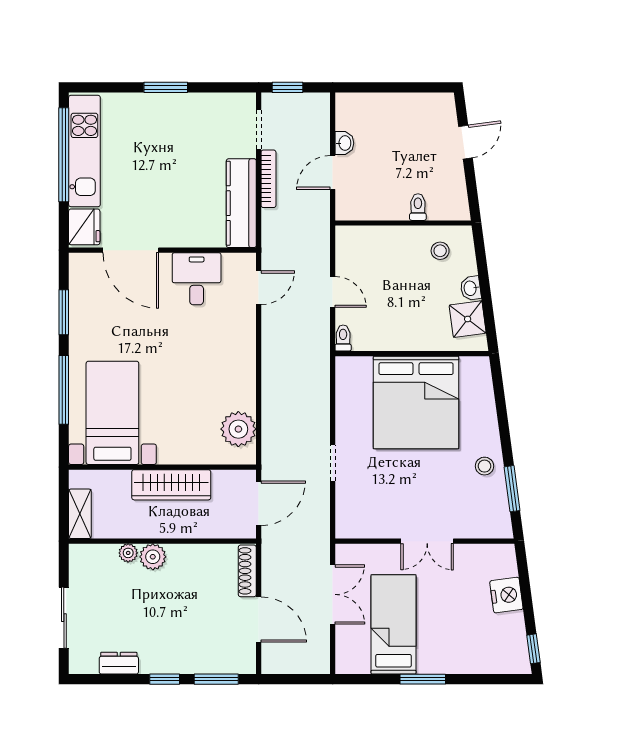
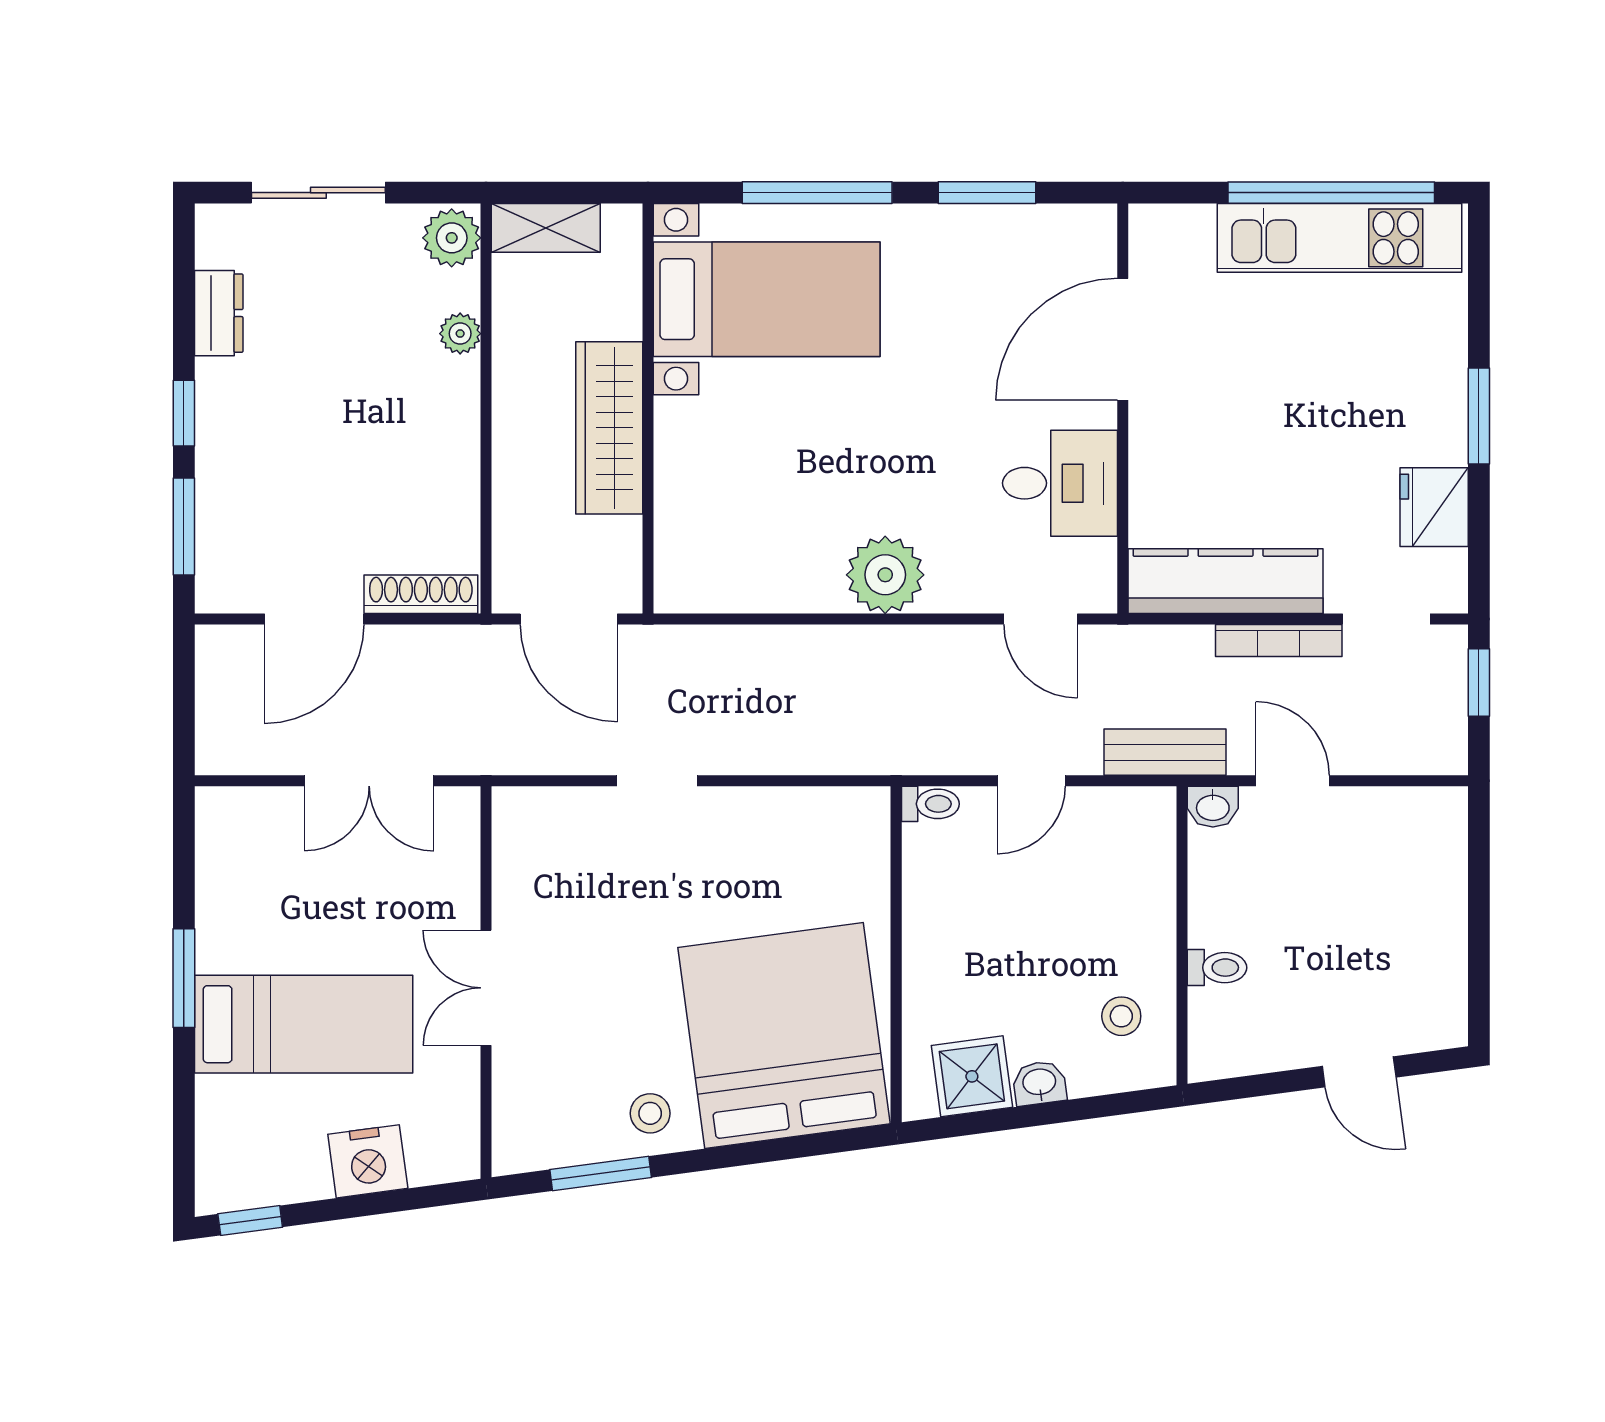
washbasin: (344, 143) -> (1213, 807), moved
fridge: (84, 227) -> (1434, 507), moved, turned 90
bench: (319, 231) -> (1165, 752), added
bed: (416, 403) -> (784, 1036), moved, turned 82
plant: (238, 429) -> (885, 575), moved
plant: (153, 557) -> (452, 238), moved
bed: (394, 624) -> (304, 1024), moved

